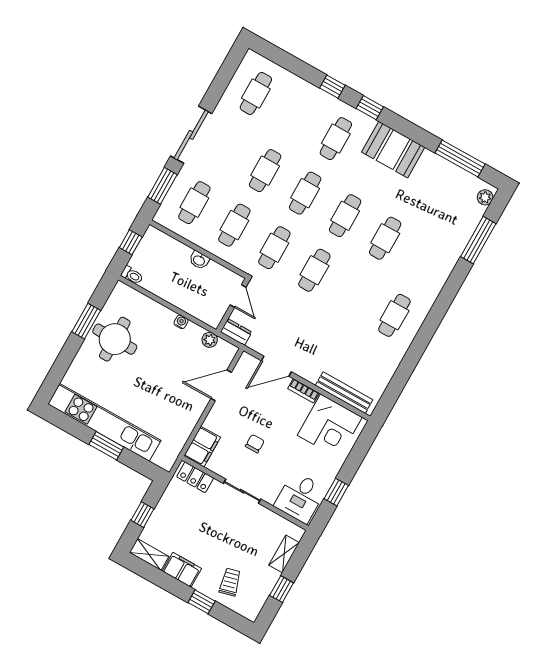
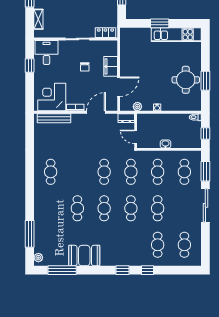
cafe table: (336, 139) -> (158, 245), moved
booth: (393, 150) -> (84, 256), moved
kitchen unit: (104, 422) -> (176, 35), width x0.73
filing cabinet: (202, 447) -> (111, 66), moved

